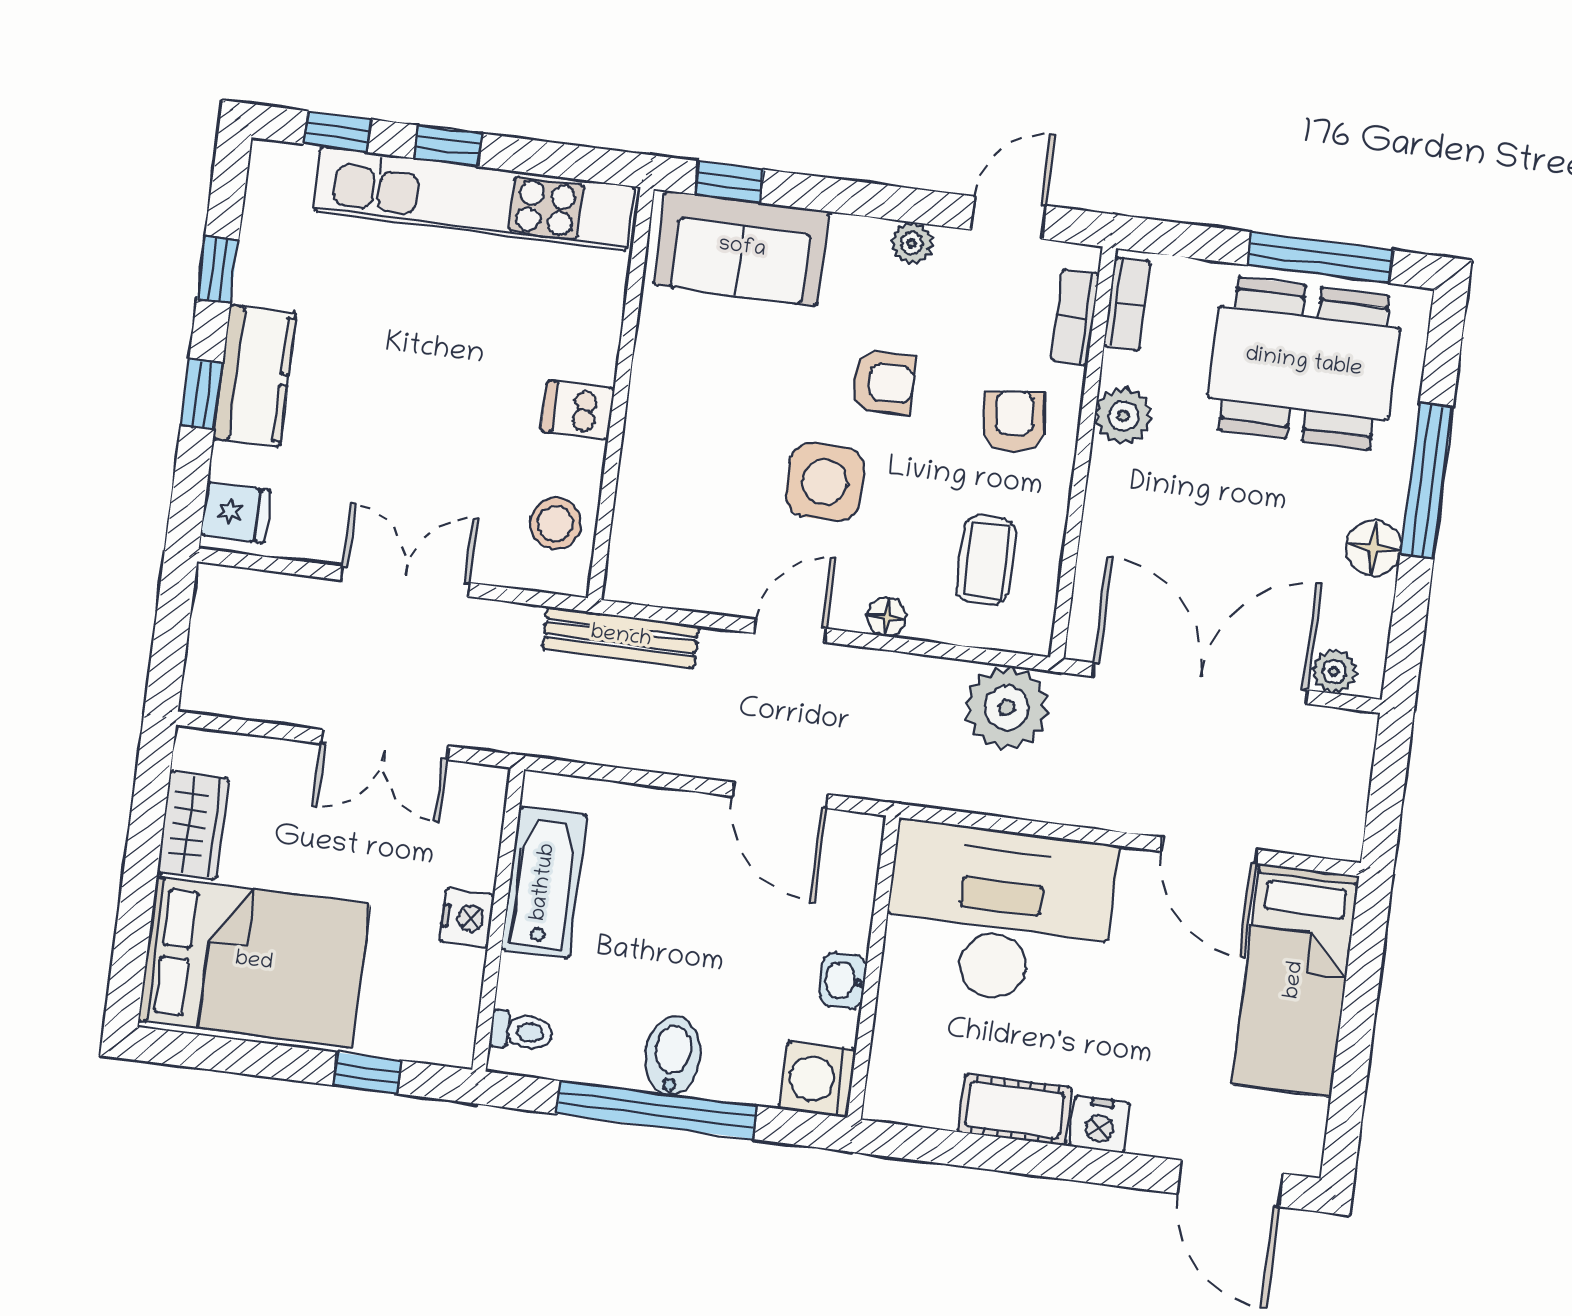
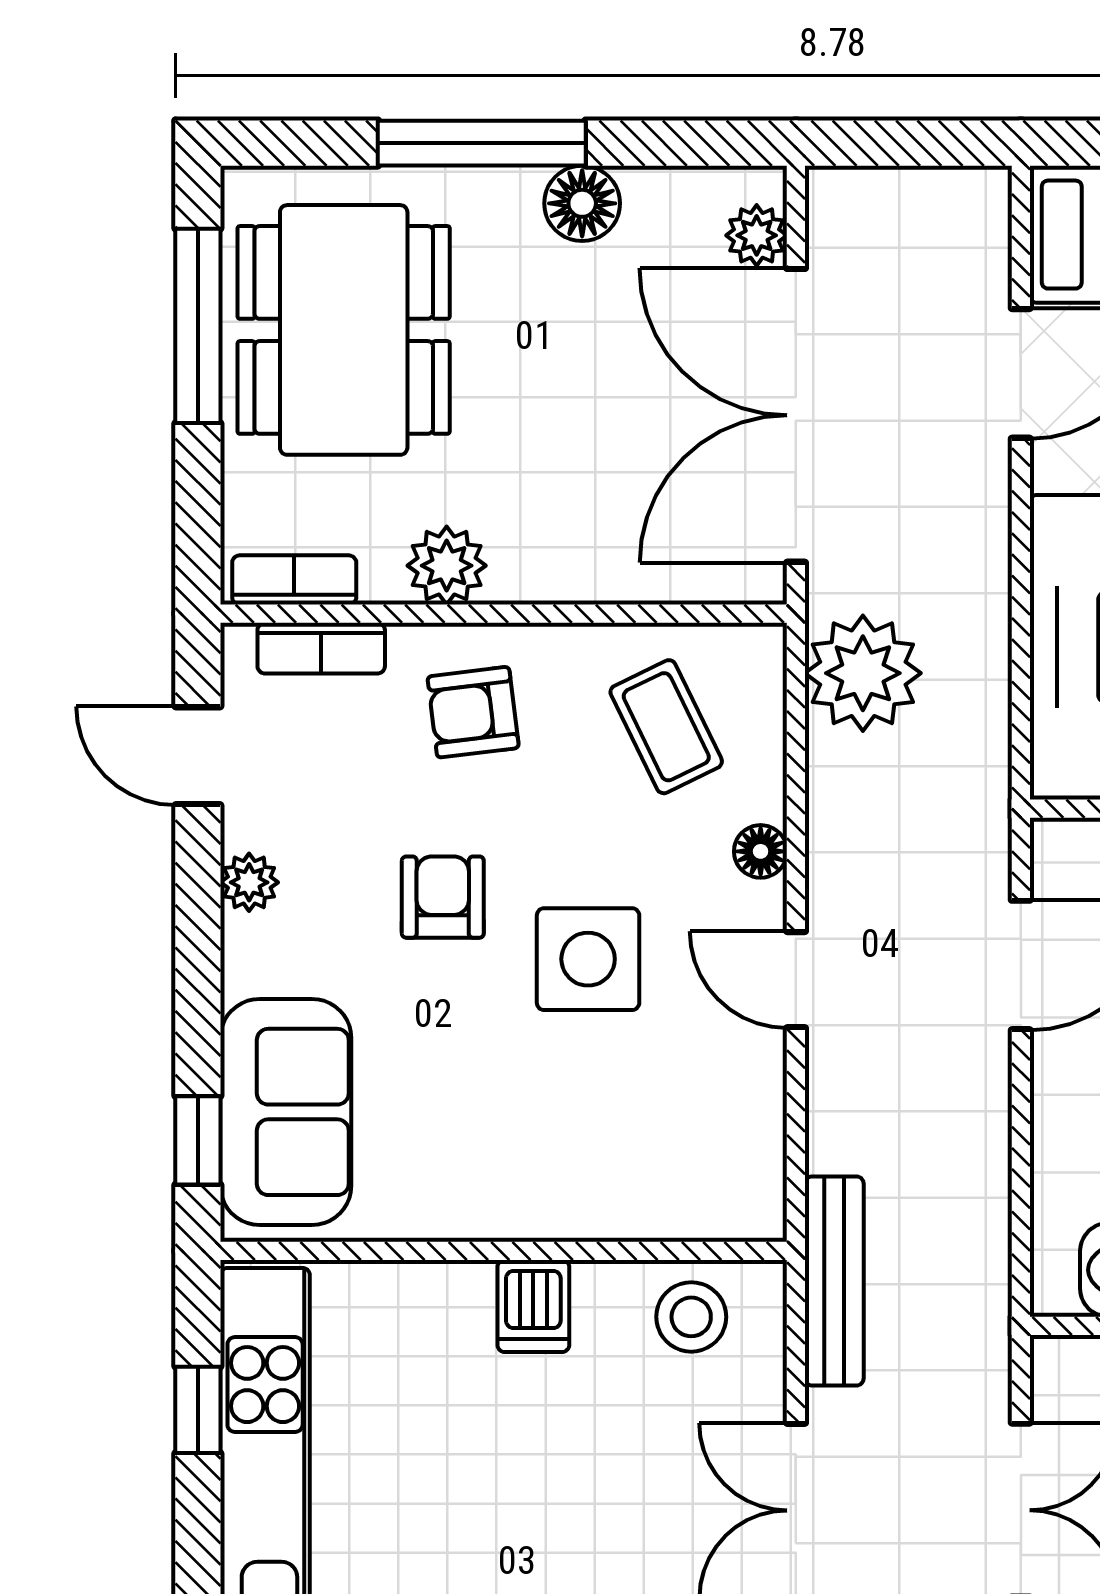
window: (448, 146) -> (198, 1410), moved
coffee table: (986, 560) -> (666, 727), turned 64
bench: (621, 637) -> (834, 1281), moved

